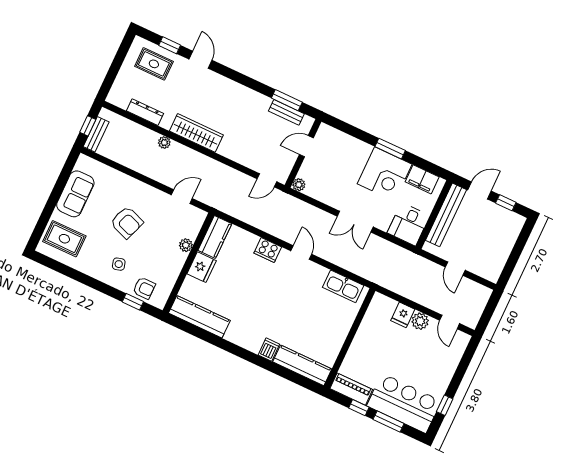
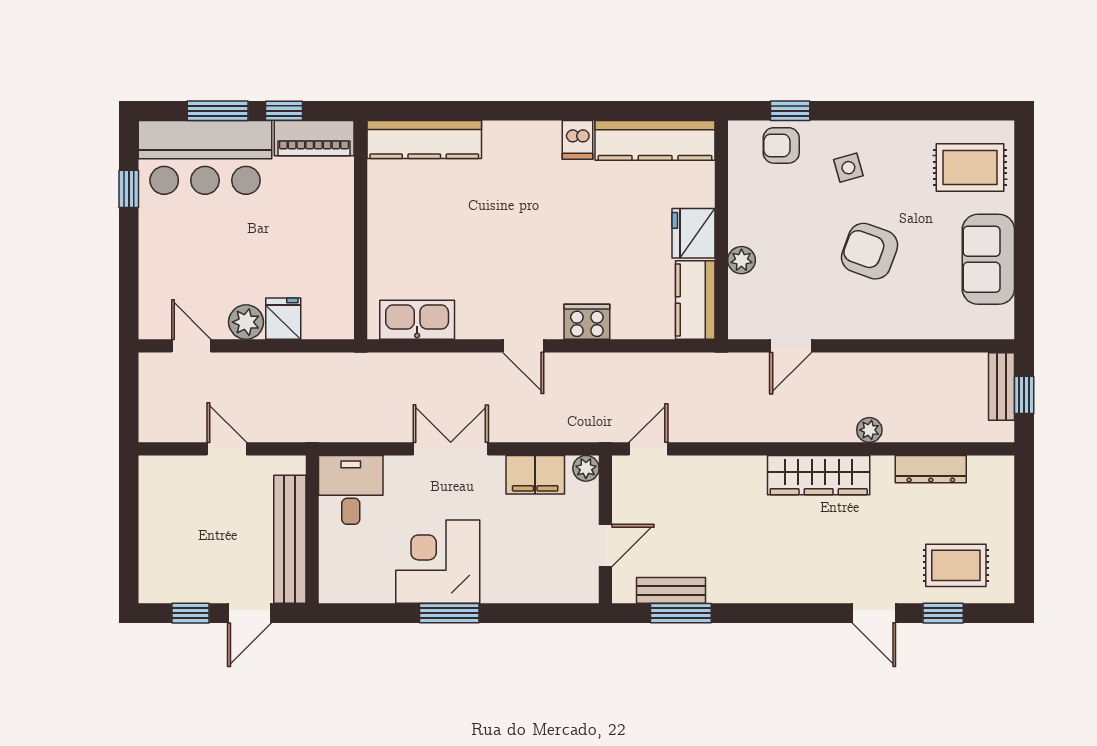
filing cabinet: (422, 179) -> (535, 475), moved, turned 180
dishwasher: (269, 350) -> (577, 140), moved

